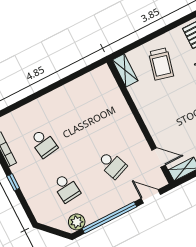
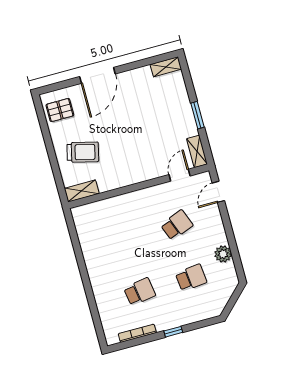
window: (109, 218) -> (231, 239), removed
plant: (77, 222) -> (223, 254), moved

